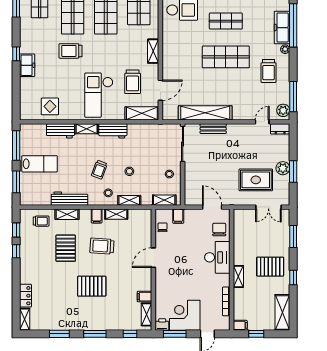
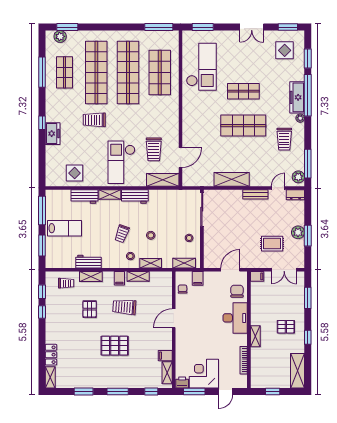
shelving: (153, 51) -> (174, 120), removed
shelving: (205, 113) -> (232, 179), width x0.68
bench: (213, 129) -> (255, 194), moved
rug: (256, 180) -> (272, 244), width x0.73, depth x0.70
workbench: (69, 199) -> (89, 262), width x0.73
door: (212, 207) -> (230, 270), hinge flipped
pallet: (66, 248) -> (90, 309), width x0.67, depth x0.71
pallet: (270, 267) -> (286, 327), width x0.67, depth x0.71
filing cabinet: (240, 325) -> (257, 276), moved

